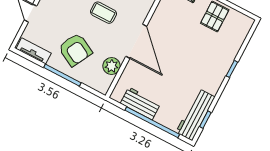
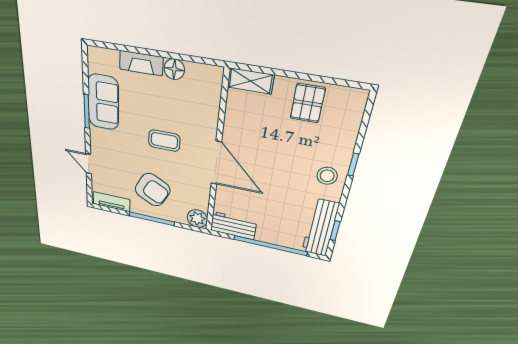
plant: (112, 66) -> (197, 219), moved
stool: (212, 73) -> (327, 176), added
workbench: (140, 103) -> (233, 226), moved

